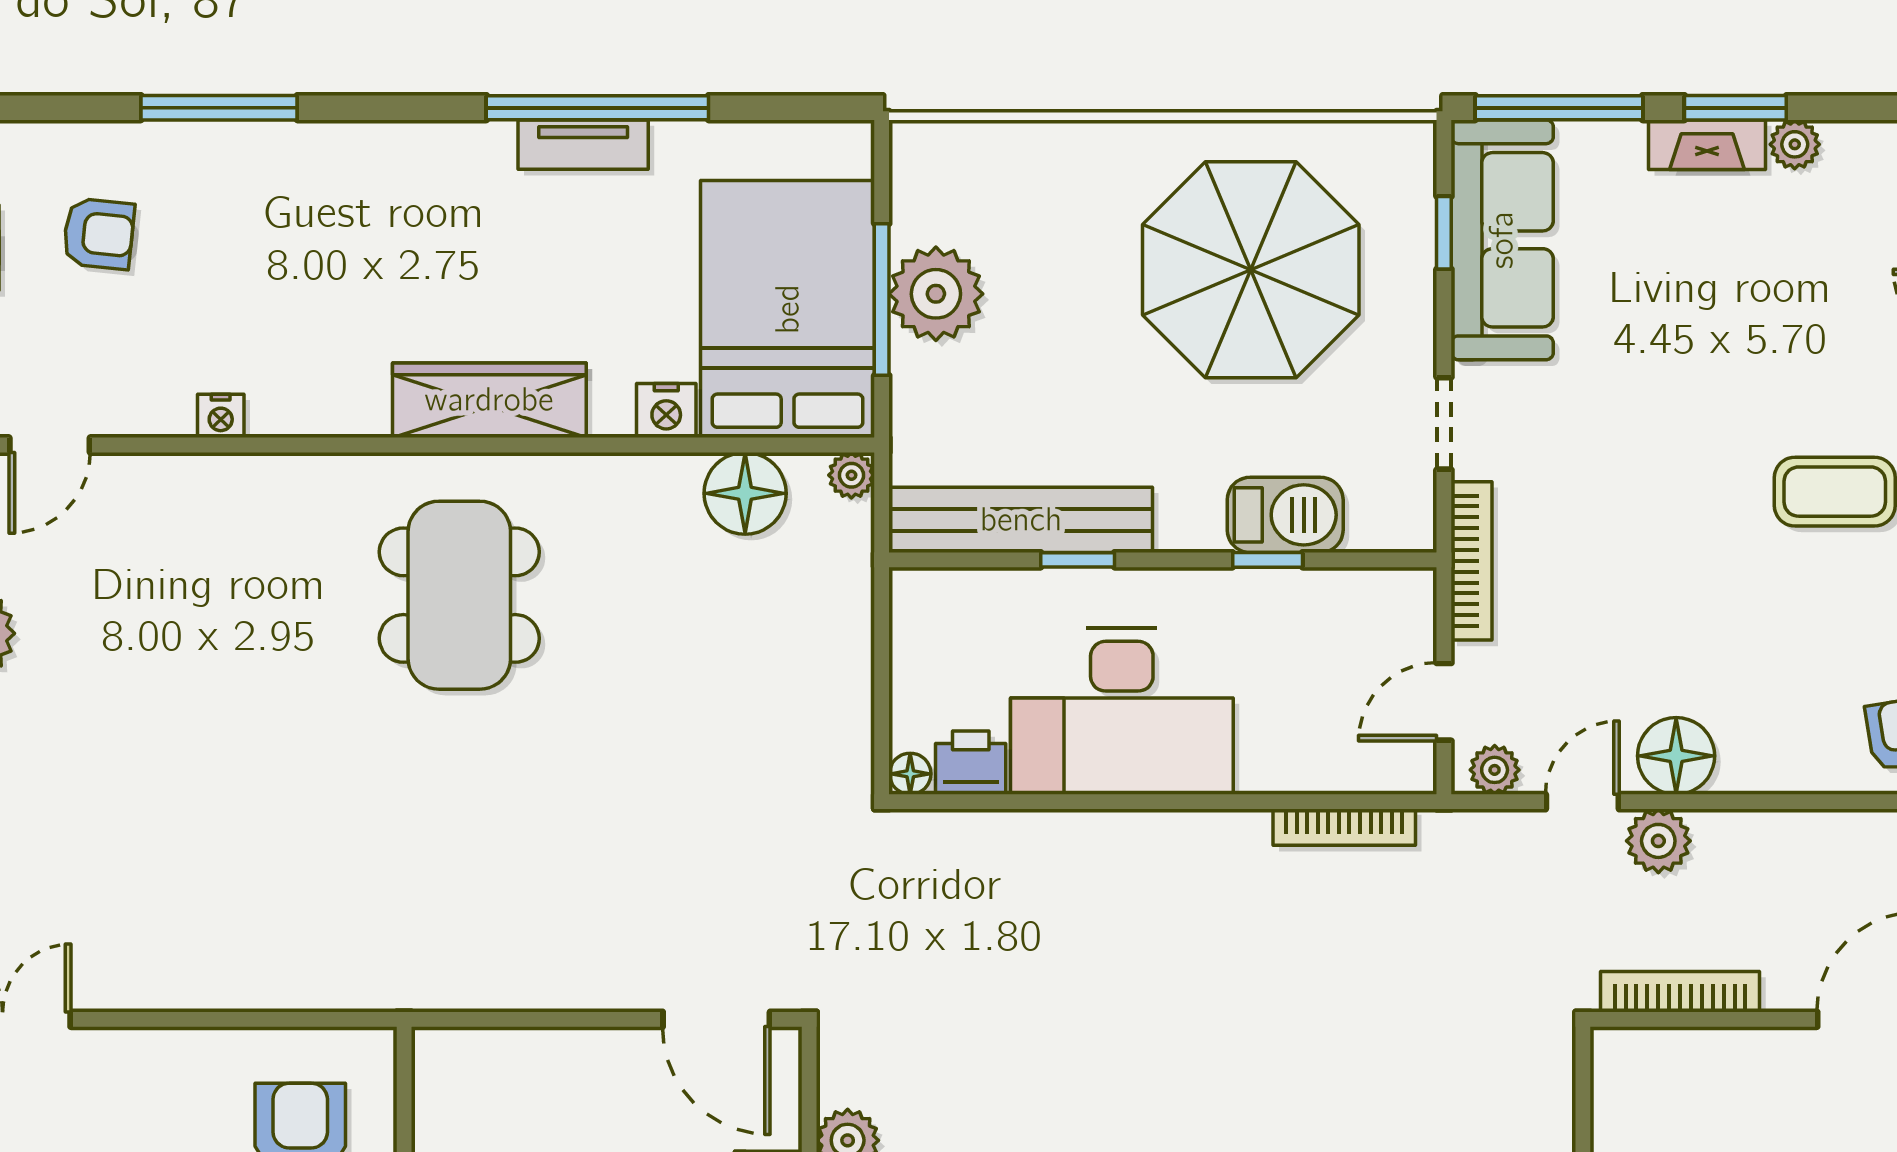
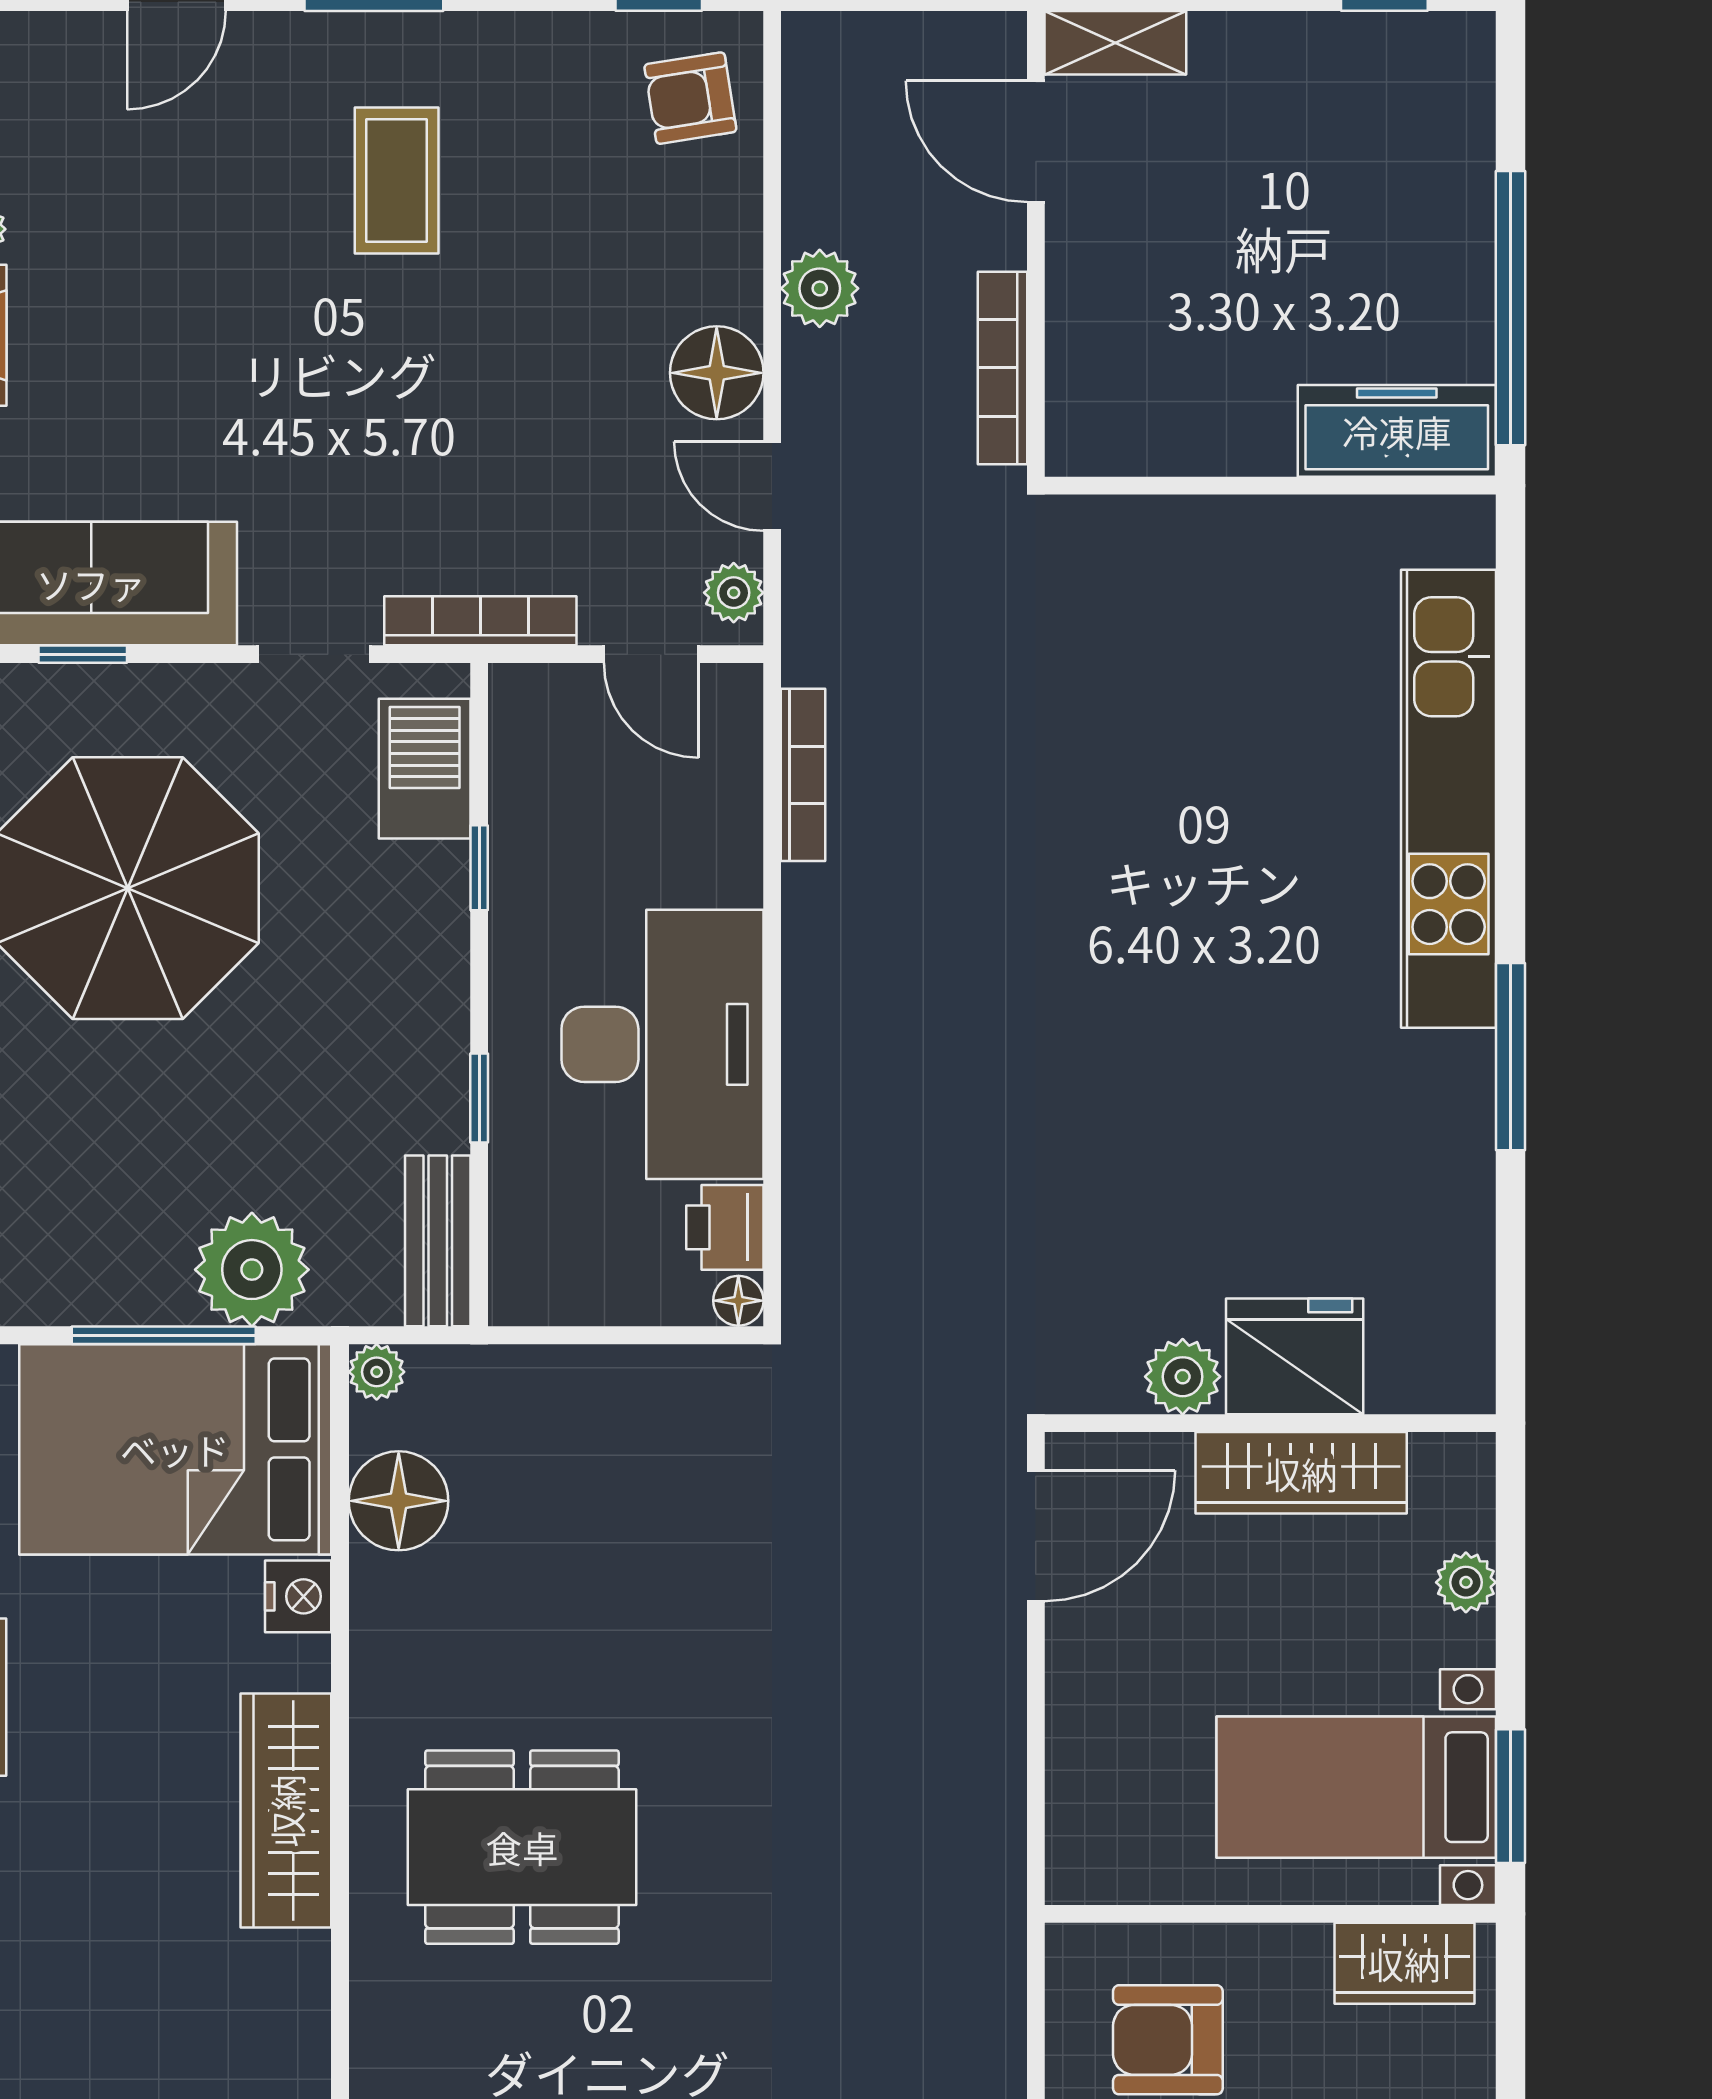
plant: (936, 294) -> (252, 1270), moved
barbecue: (1285, 515) -> (425, 769), moved
bench: (1021, 520) -> (438, 1241), width x0.54, depth x0.82
plant: (1658, 841) -> (820, 288), moved

